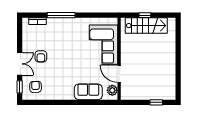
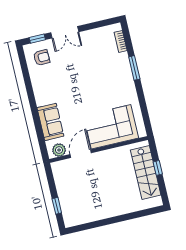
window: (61, 15) -> (134, 68), width x0.69
armchair: (41, 56) -> (79, 55), removed

